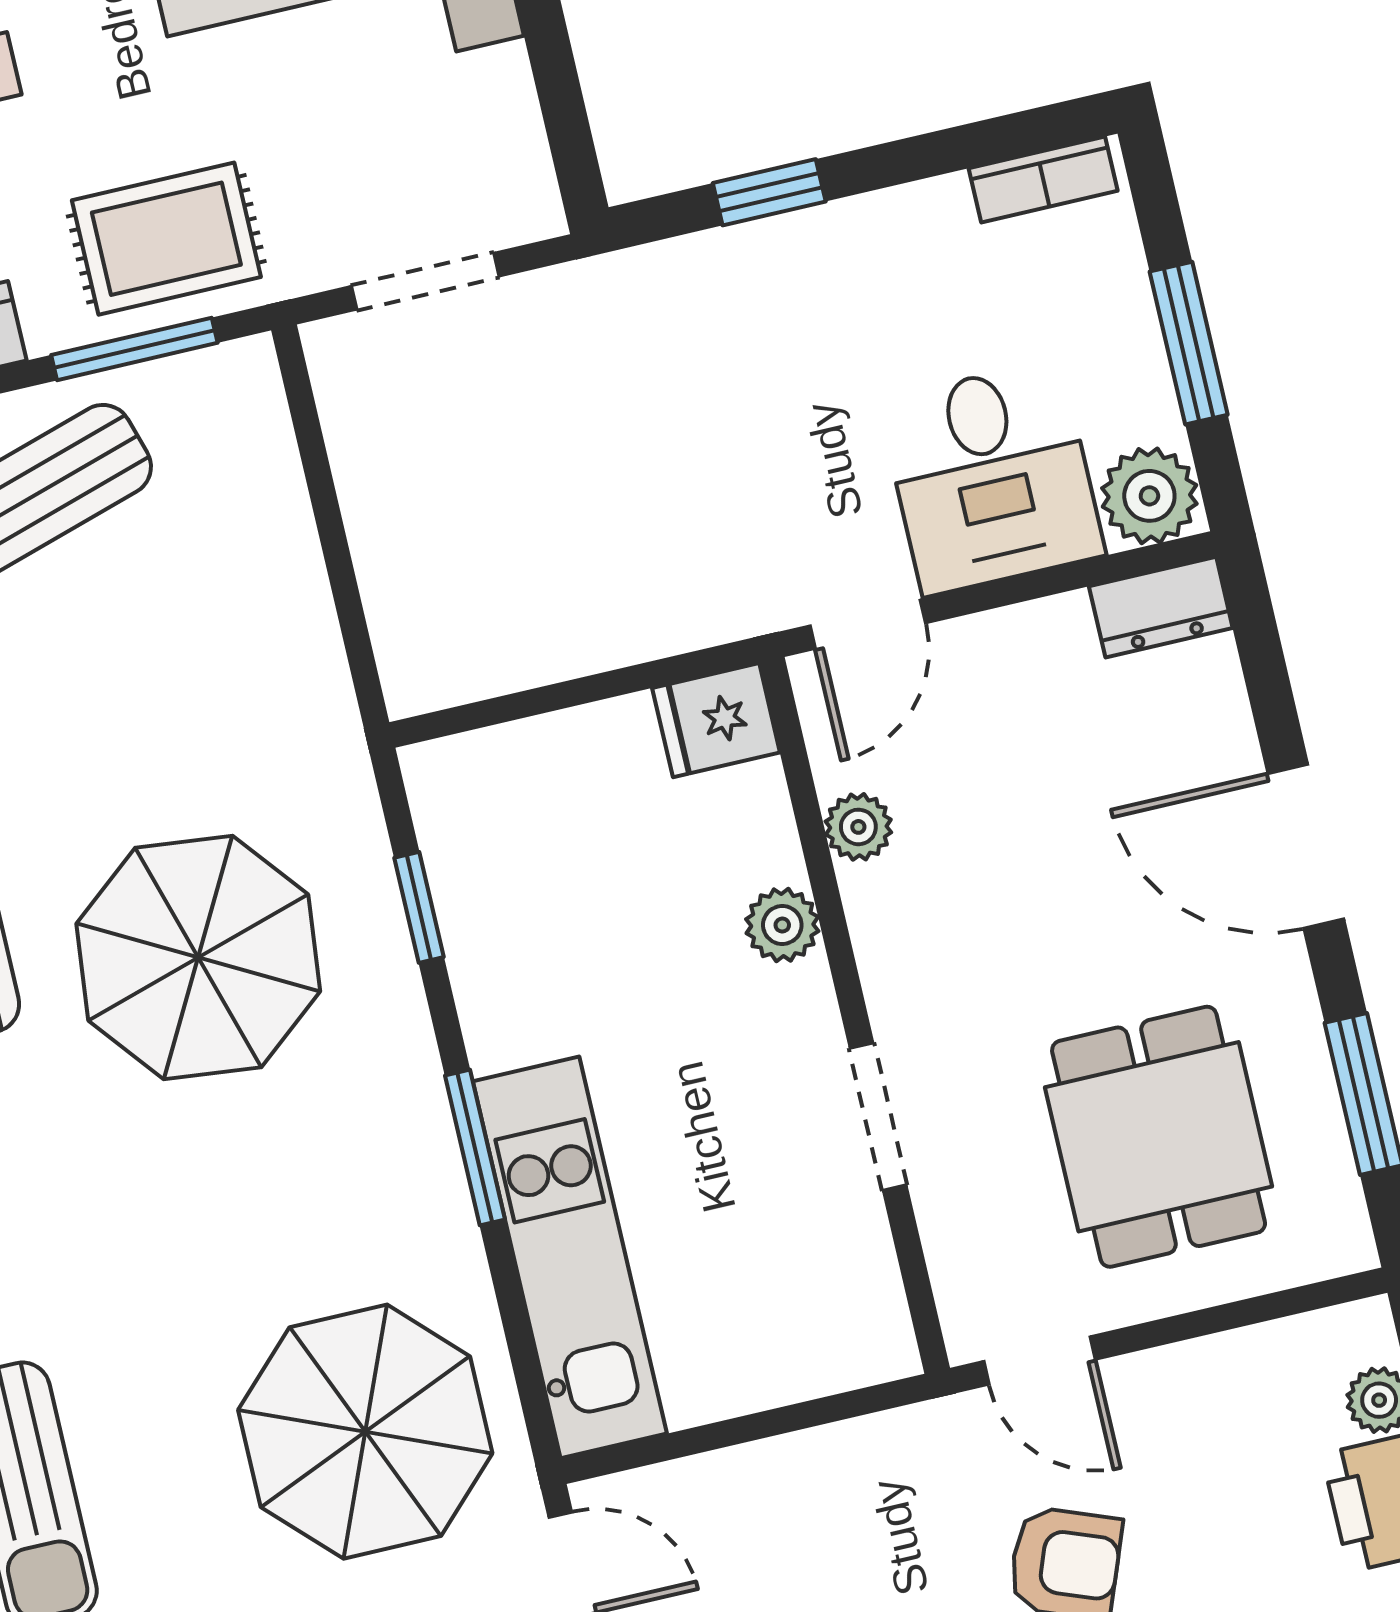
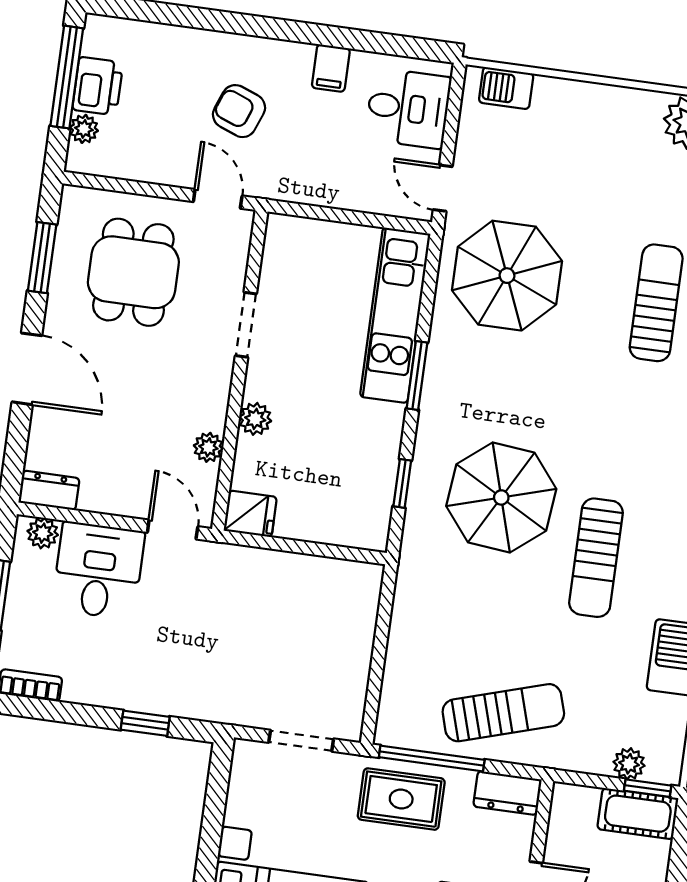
window: (134, 349) -> (432, 759), width x1.44
plant: (1149, 496) -> (43, 533), width x0.73, depth x0.73
door: (868, 624) -> (173, 529), hinge flipped

